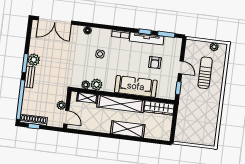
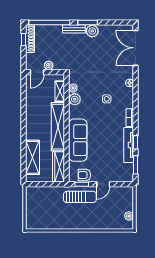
armchair: (155, 63) -> (84, 175), moved
sun lounger: (205, 73) -> (80, 197), moved
shelving: (128, 129) -> (33, 157), moved

